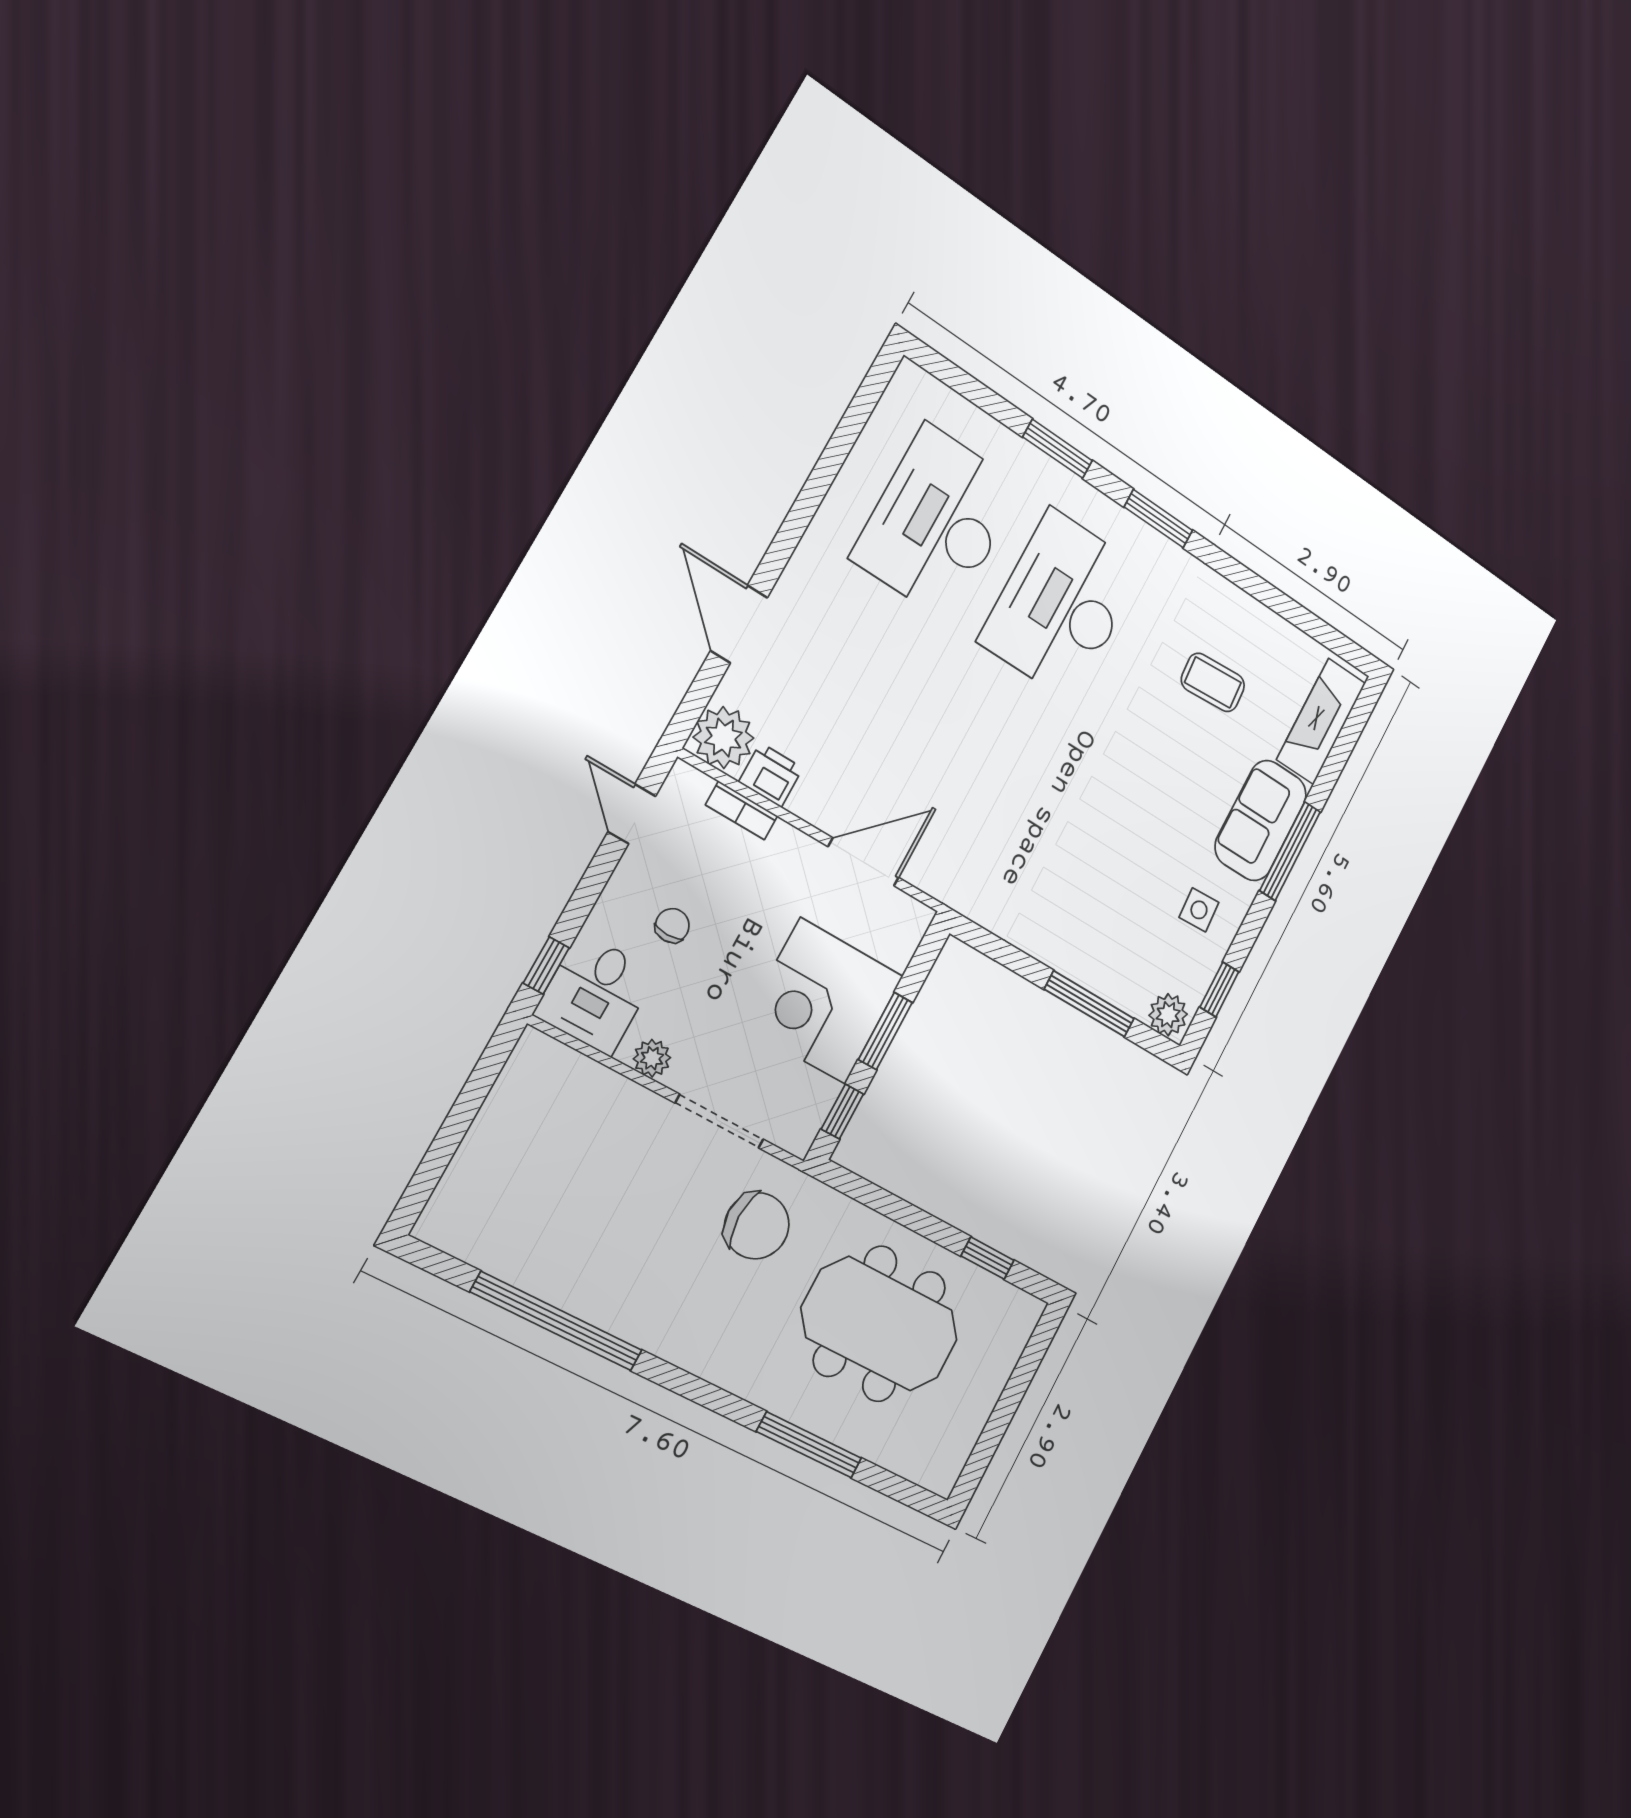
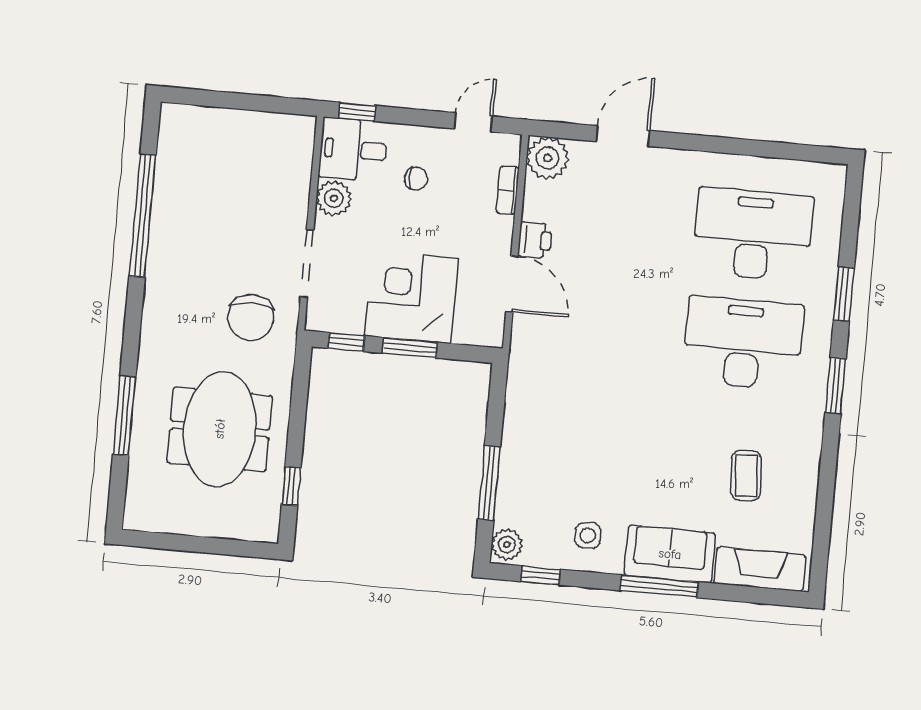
printer: (771, 775) -> (535, 240), moved
plant: (652, 1058) -> (334, 198), width x1.38, depth x1.38

